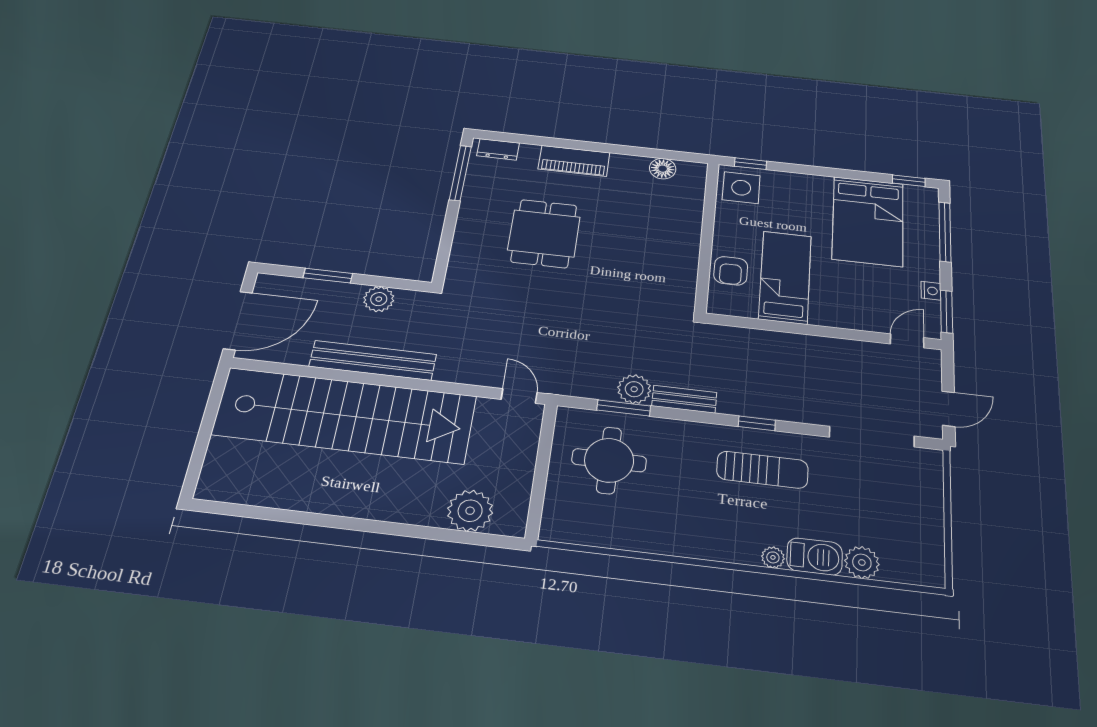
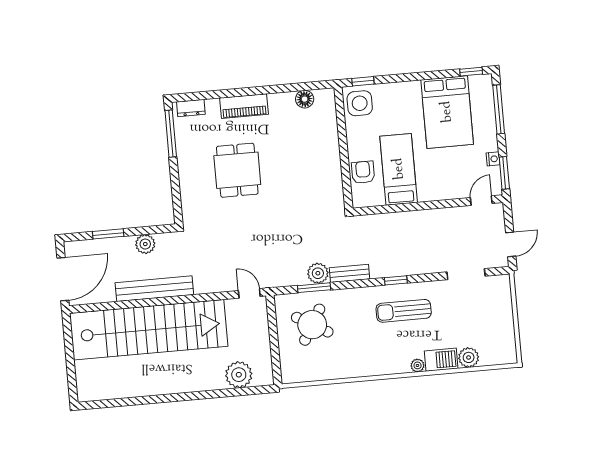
armchair: (731, 271) -> (363, 172), turned 180
doorway: (872, 437) -> (466, 274), width x0.73
round table: (609, 460) -> (312, 325), turned 30
sun lounger: (762, 470) -> (404, 311), turned 180

